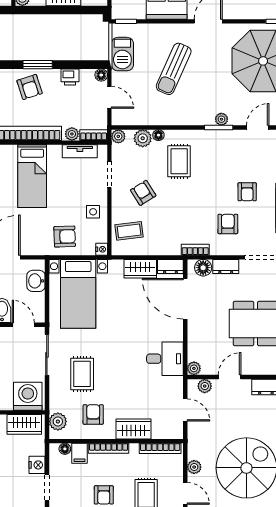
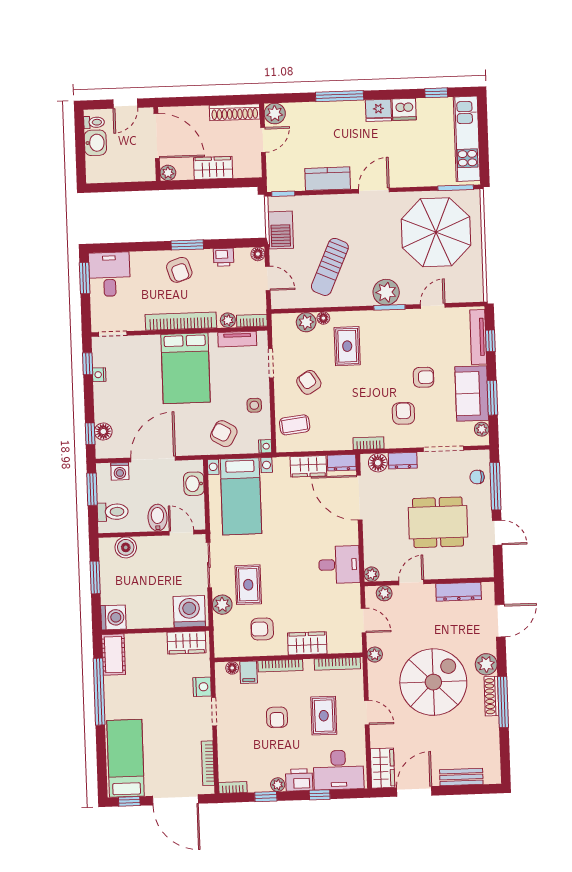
sun lounger: (174, 69) -> (330, 267), moved
plant: (221, 119) -> (386, 292), width x1.87, depth x1.87
plant: (118, 136) -> (279, 321), removed
bed: (32, 176) -> (186, 368), width x1.50
armchair: (247, 192) -> (423, 377), turned -90
armchair: (65, 237) -> (224, 434), turned -148
armchair: (93, 414) -> (262, 629), turned -90
plant: (58, 421) -> (222, 605), moved
plant: (194, 467) -> (375, 655), moved

